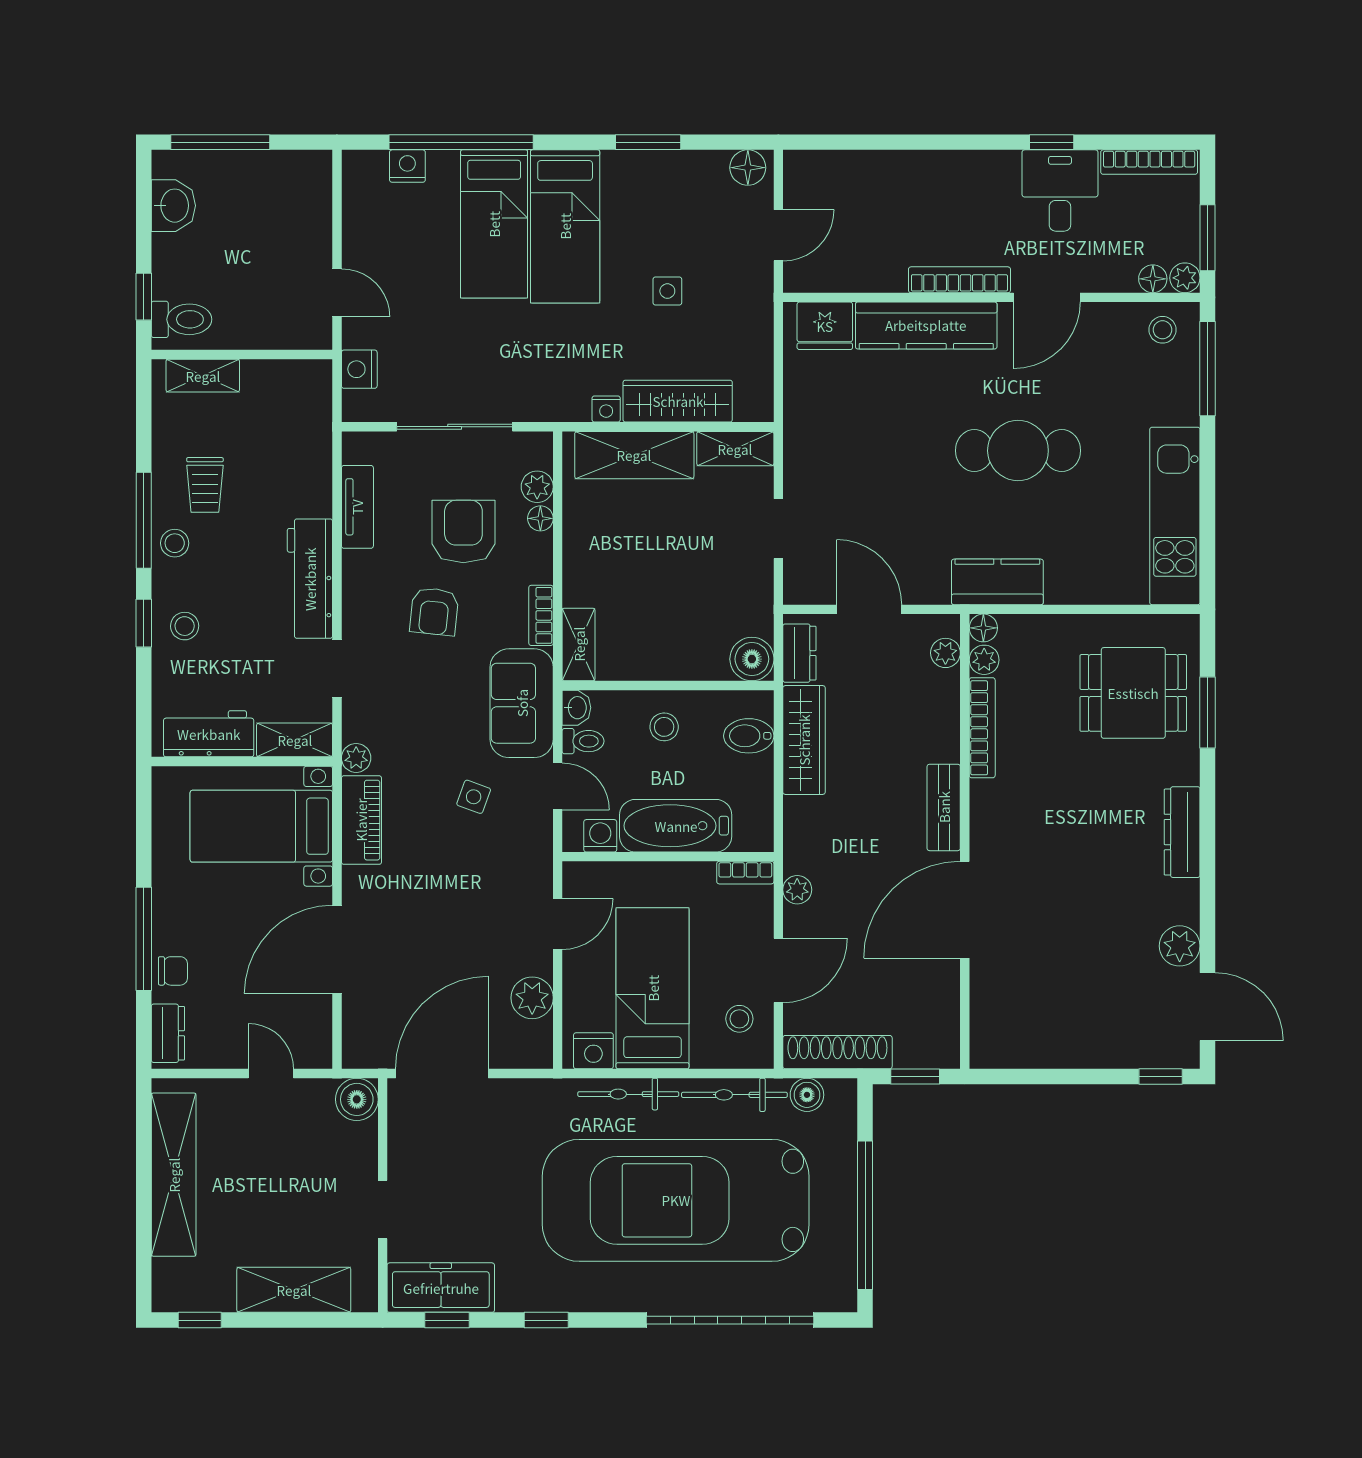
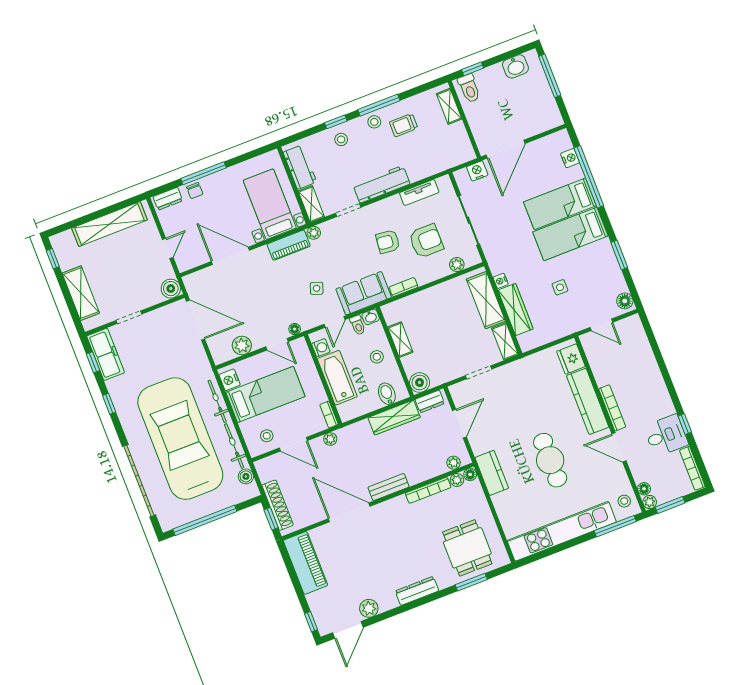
door: (337, 293) -> (506, 149), width x1.88
kitchen unit: (1175, 516) -> (562, 531), width x1.36
floor lamp: (540, 518) -> (295, 329), moved
shelving: (579, 644) -> (400, 340), moved, turned 90
piano: (1034, 1041) -> (305, 563), added
shoe rack: (837, 1052) -> (278, 505), moved

